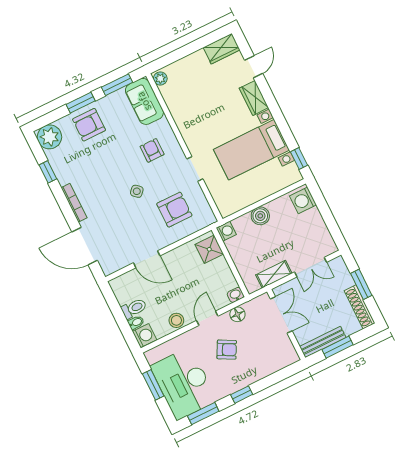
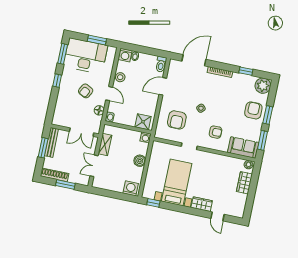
wardrobe: (222, 49) -> (244, 183), moved
toilet: (134, 308) -> (161, 64), moved

